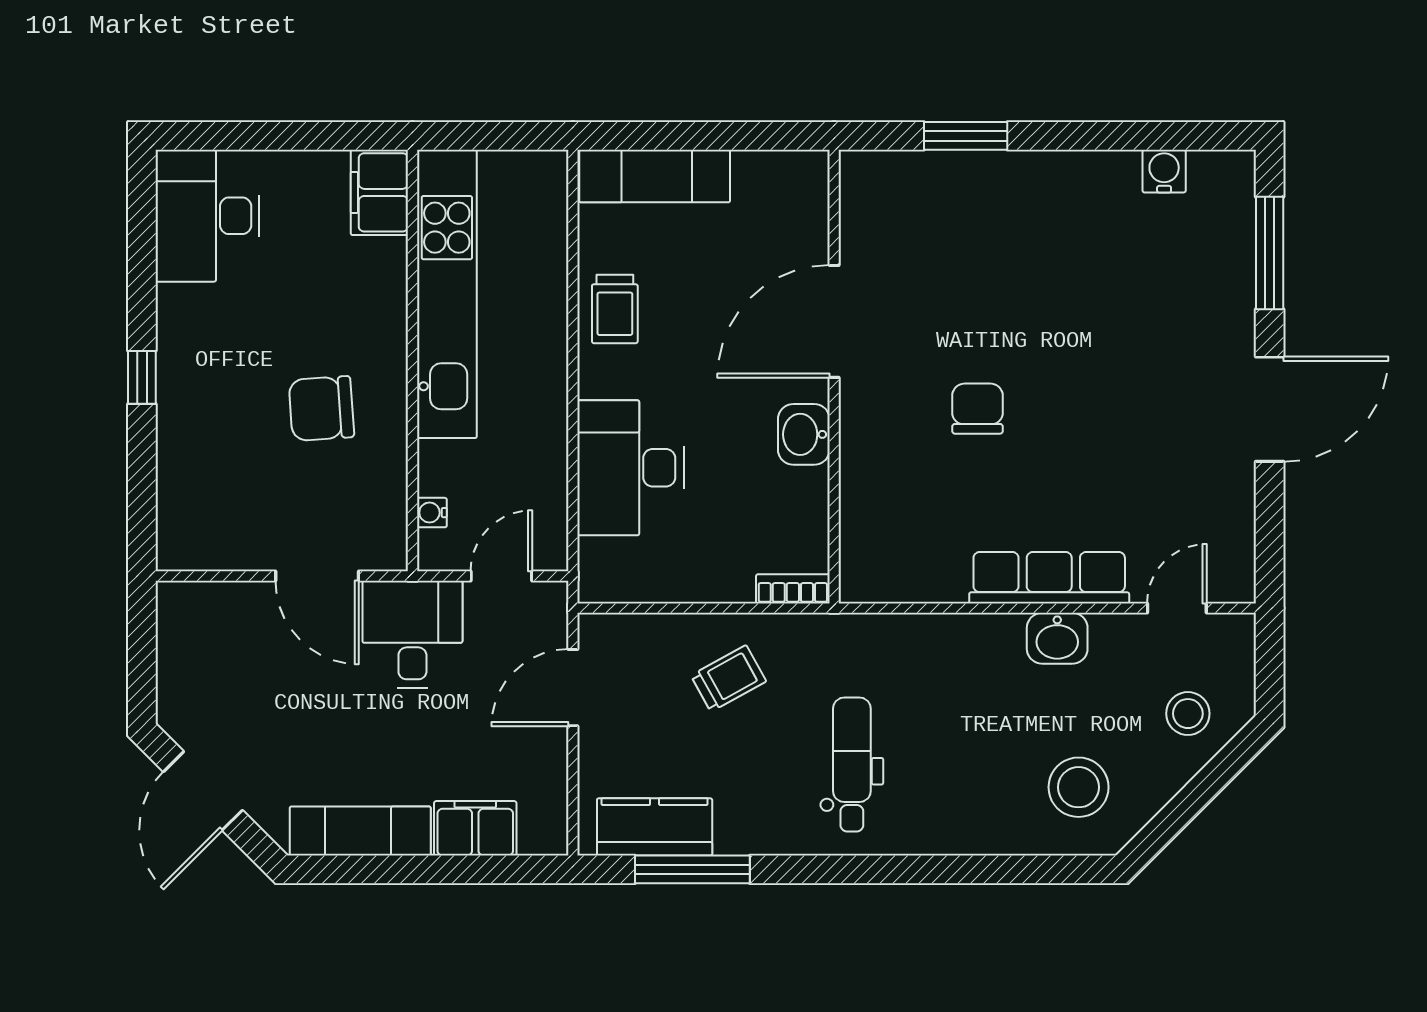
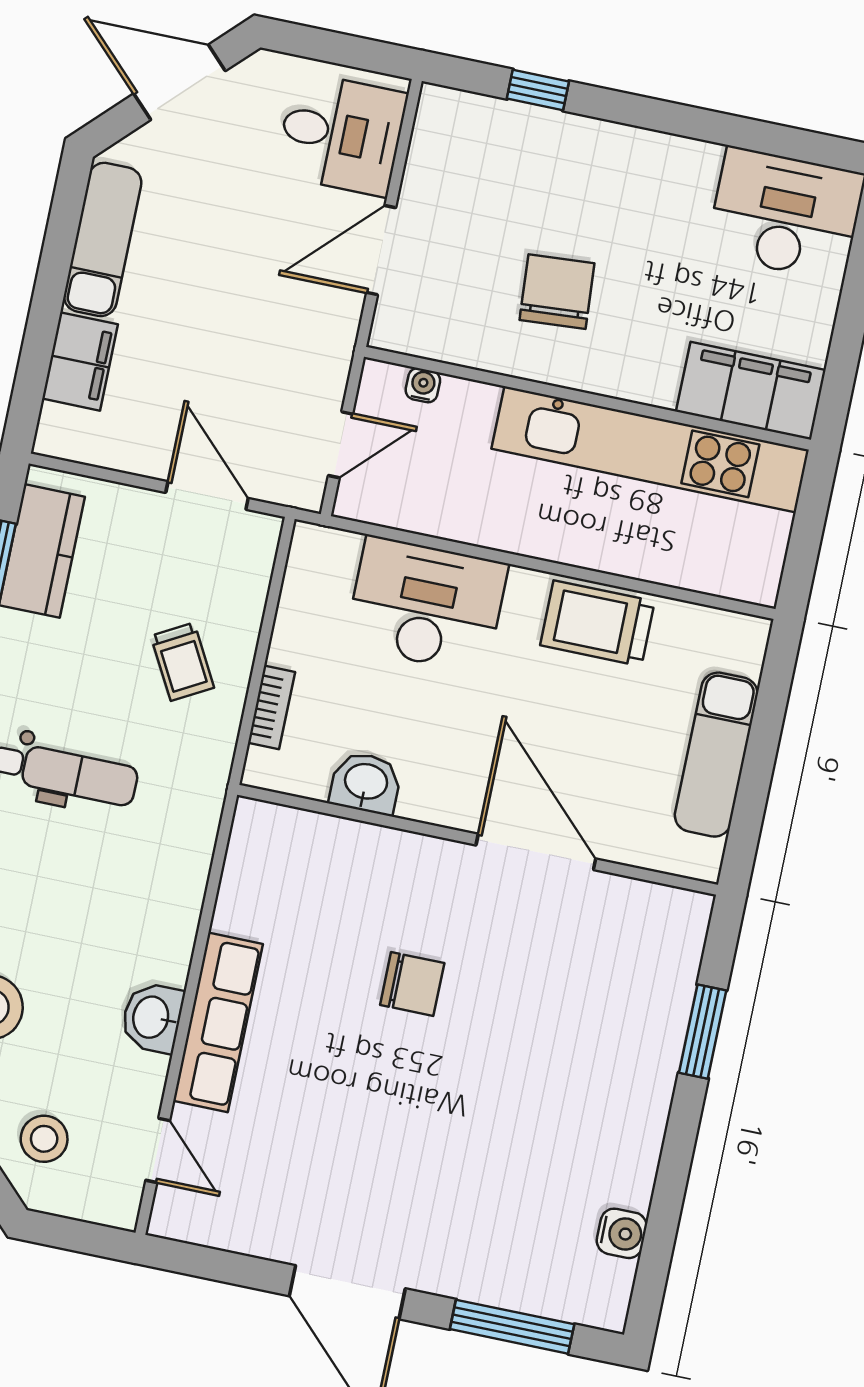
exam couch: (655, 176) -> (716, 755), moved
filing cabinet: (379, 192) -> (751, 391), width x1.50, depth x1.17
trolley: (615, 309) -> (597, 623), width x1.36, depth x1.39
window: (142, 377) -> (538, 90), moved
washbasin: (804, 434) -> (366, 783), moved
door: (501, 576) -> (341, 445), hinge flipped
bookcase: (793, 589) -> (272, 707), moved
desk: (412, 634) -> (341, 134), moved

